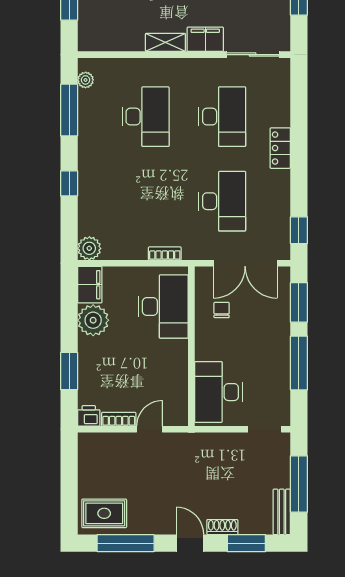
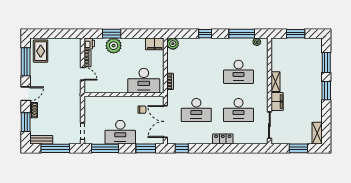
plant: (93, 320) -> (114, 46), moved
window: (299, 363) -> (105, 148), moved
desk: (218, 392) -> (120, 132), moved, turned 180

